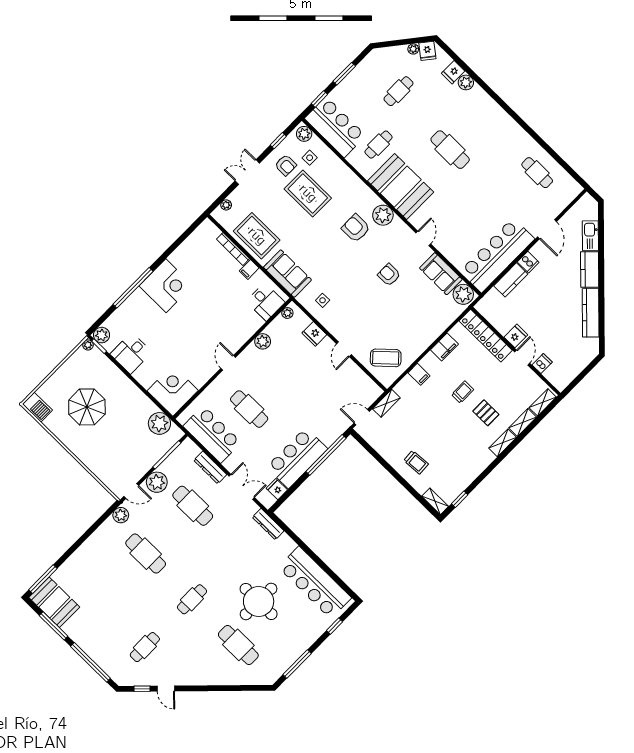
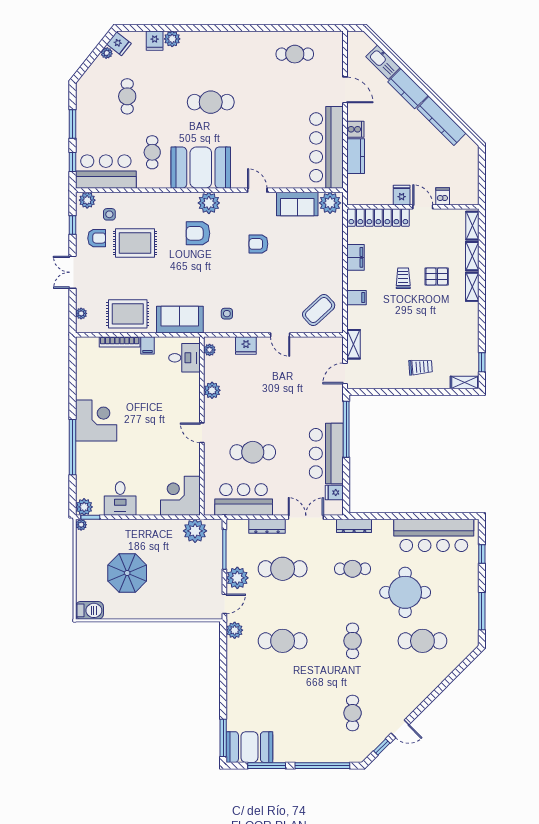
cafe table: (239, 551) -> (353, 569), added

